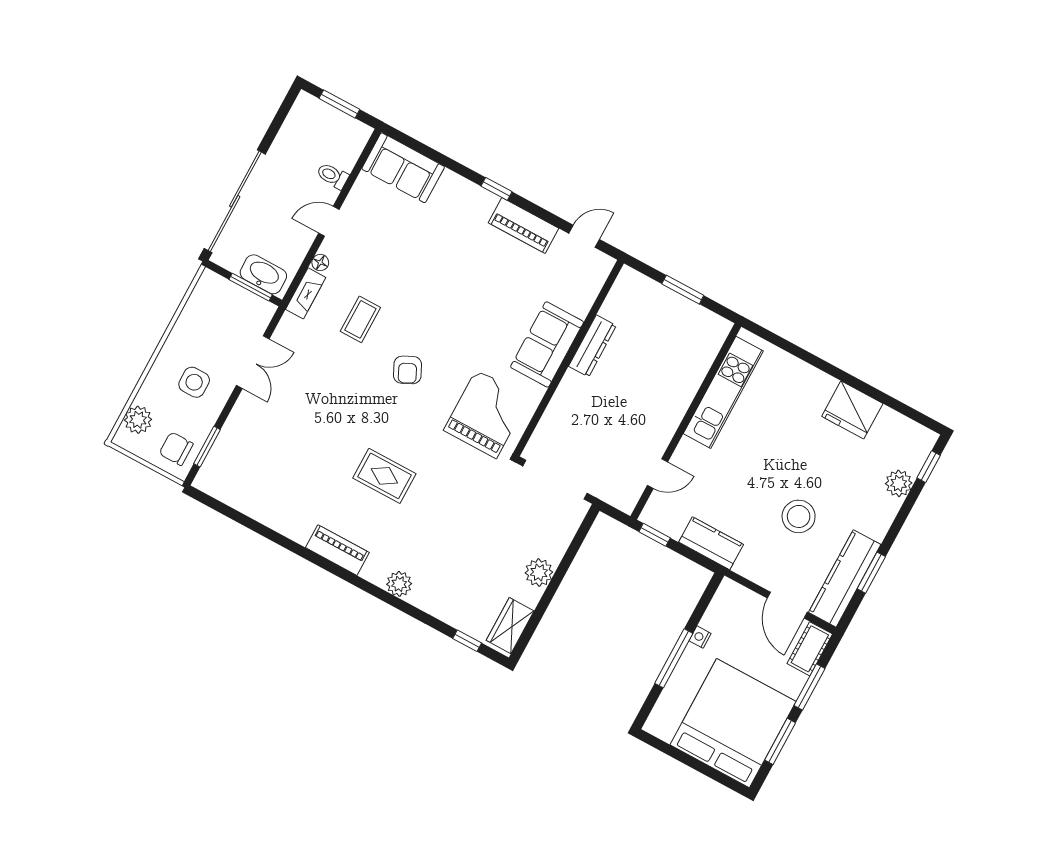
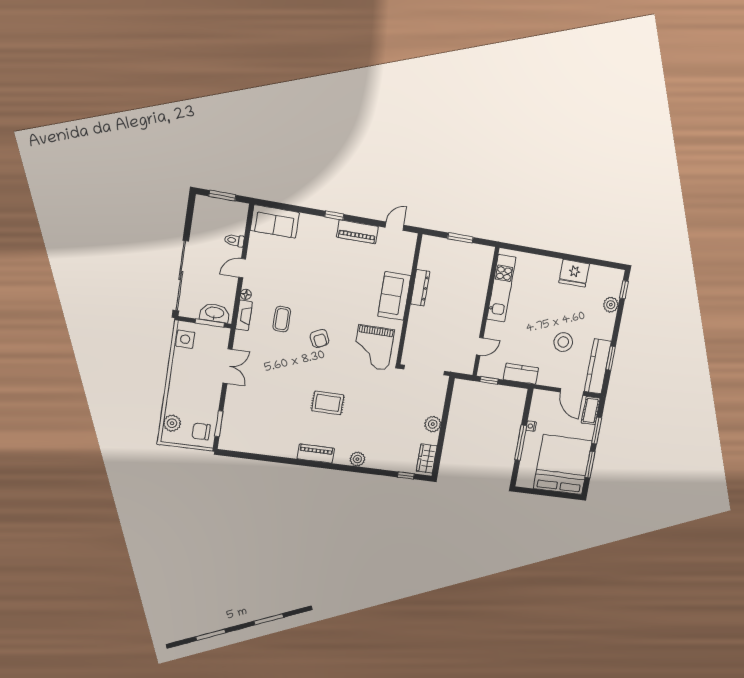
side table: (194, 382) -> (185, 339), moved
grand piano: (486, 414) -> (373, 348), turned 180

